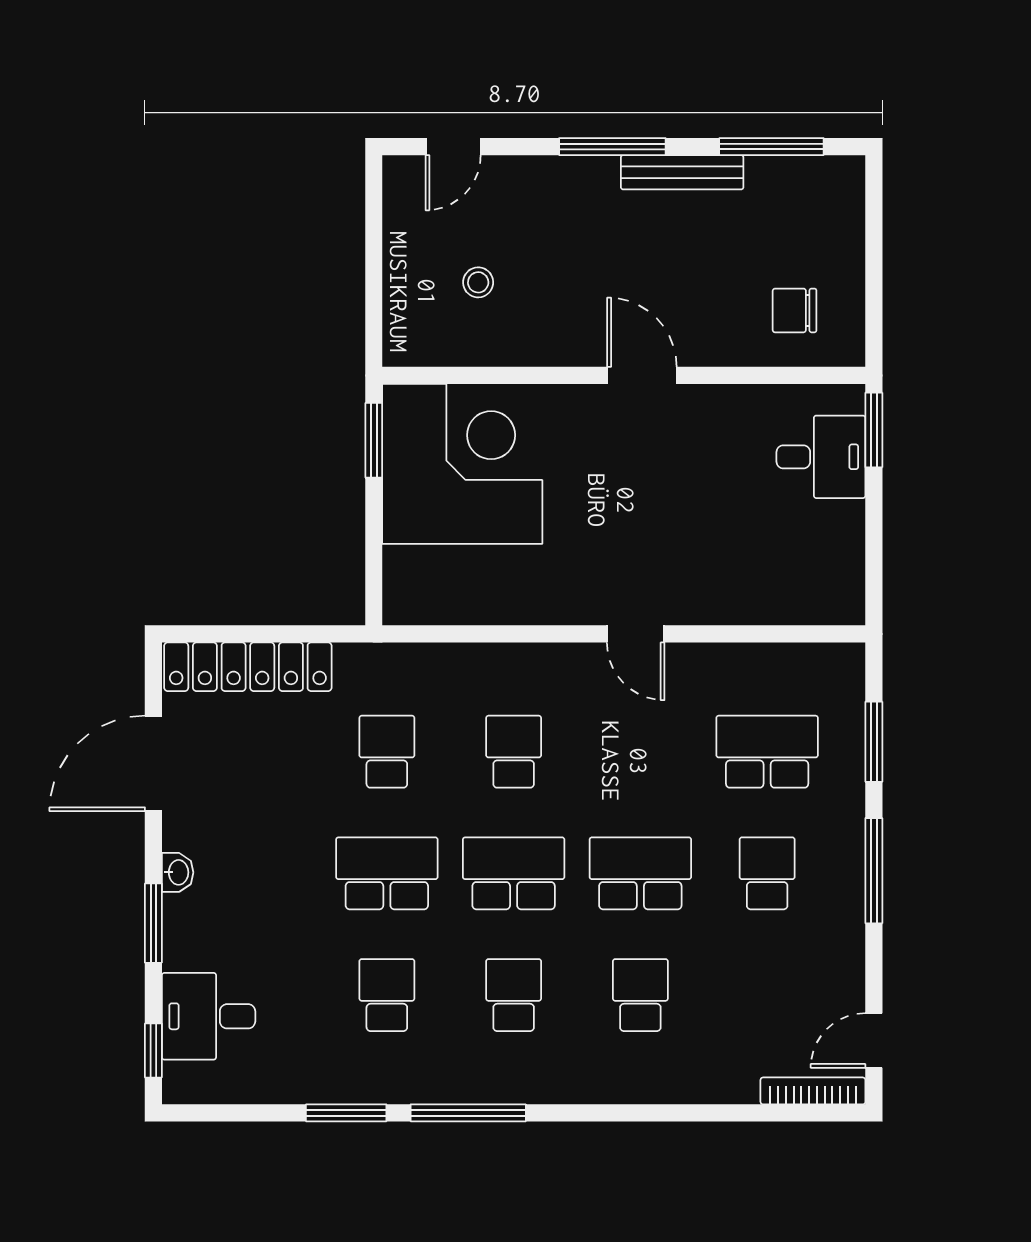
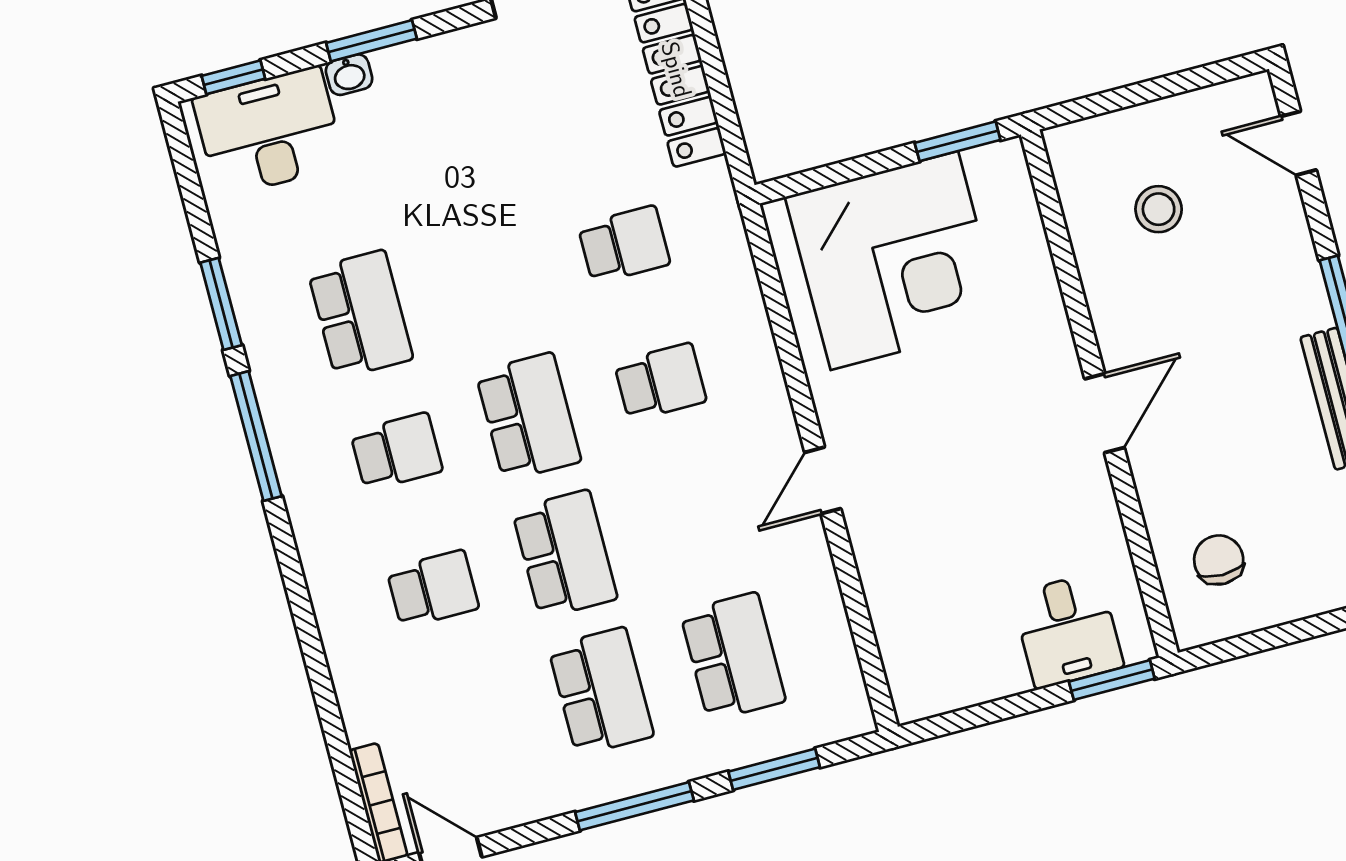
stool: (478, 282) -> (1159, 209), width x1.37, depth x1.37
corner desk: (462, 464) -> (894, 261), moved
washbasin: (178, 872) -> (349, 75), moved
school desk: (387, 873) -> (492, 279), removed
school desk: (767, 873) -> (601, 691), width x1.85
school desk: (387, 995) -> (360, 314), width x1.85
desk: (209, 1016) -> (269, 132), width x1.37

